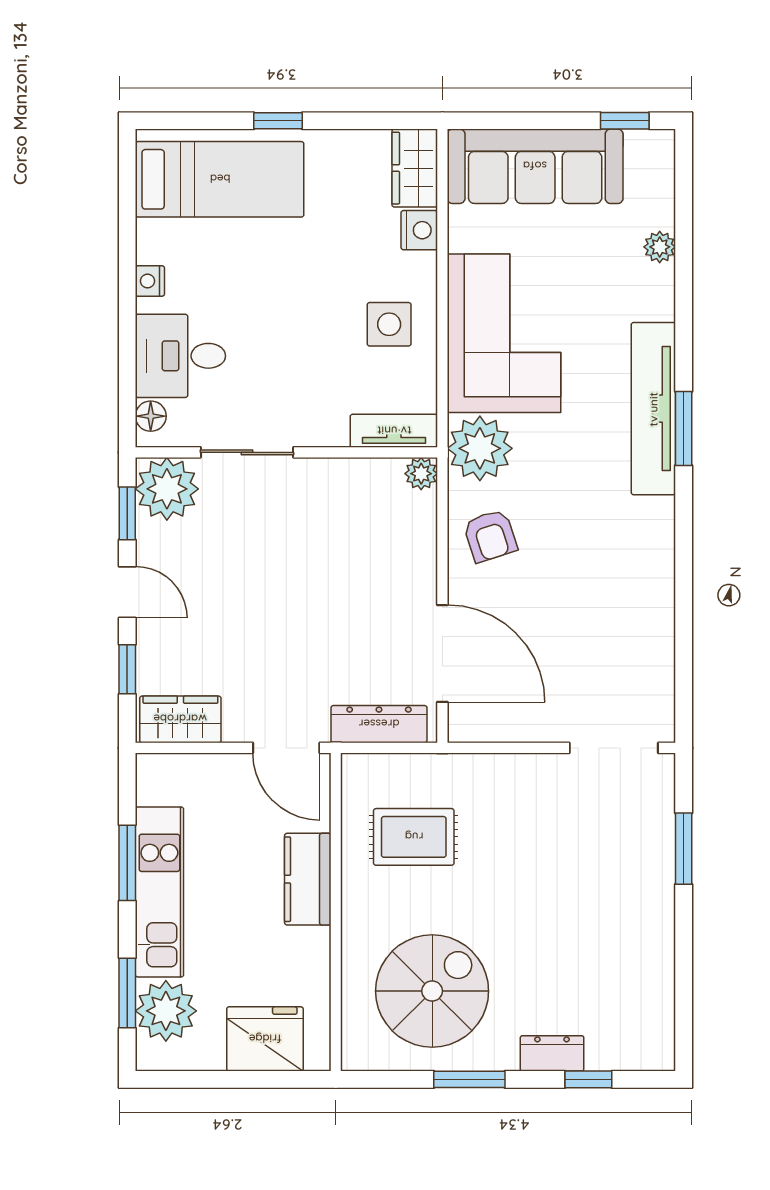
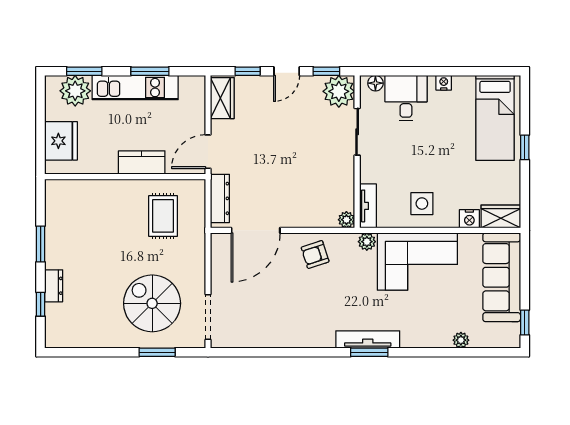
tv unit: (653, 409) -> (368, 339), width x0.73, depth x0.78
plant: (480, 448) -> (367, 242), width x0.53, depth x0.53
spiral stairs: (432, 991) -> (152, 303), moved, turned 180

